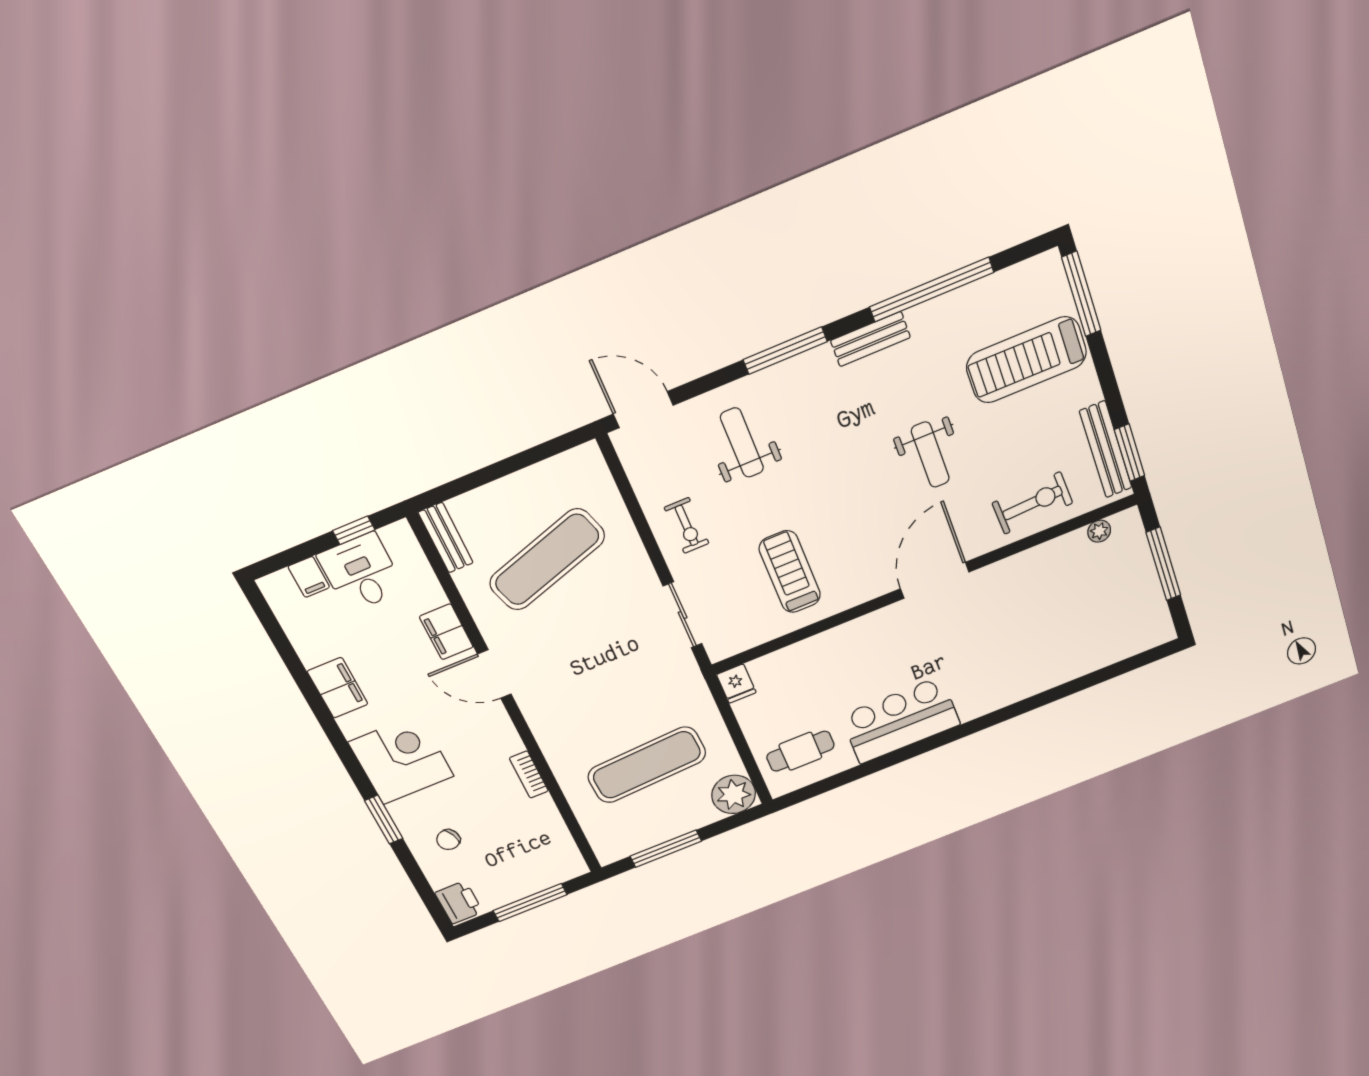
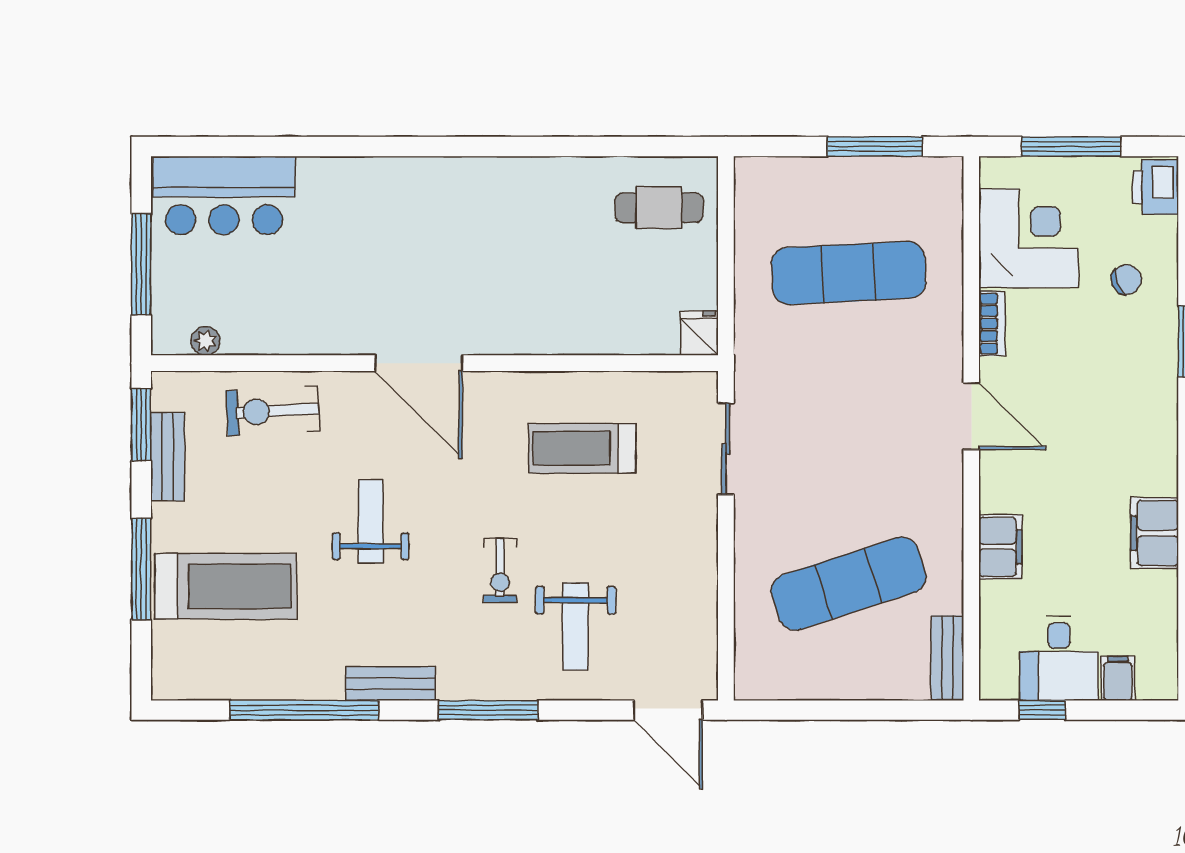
window: (1081, 294) -> (141, 569), moved
bench: (1106, 449) -> (168, 457), width x0.73
exercise bike: (687, 525) -> (500, 571), moved, turned 180
treadmill: (790, 572) -> (582, 448), turned 90
door: (935, 580) -> (419, 363), hinge flipped
door: (494, 674) -> (971, 416), moved
bar counter: (901, 720) -> (224, 195), moved
corner desk: (401, 759) -> (1029, 238), moved, turned 180
plant: (734, 794) -> (762, 185), removed

